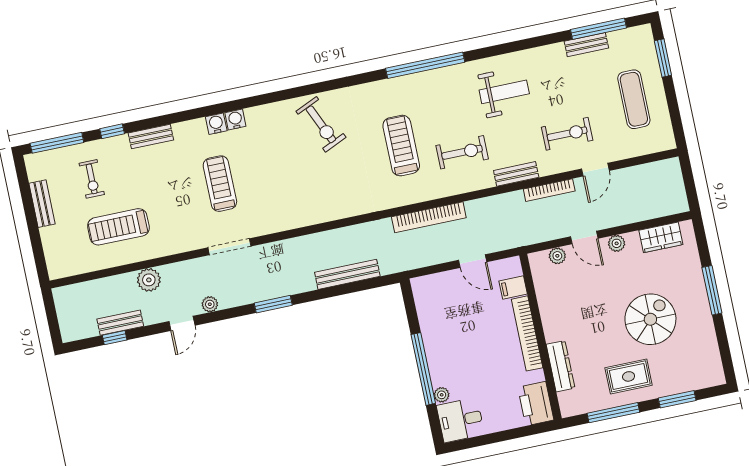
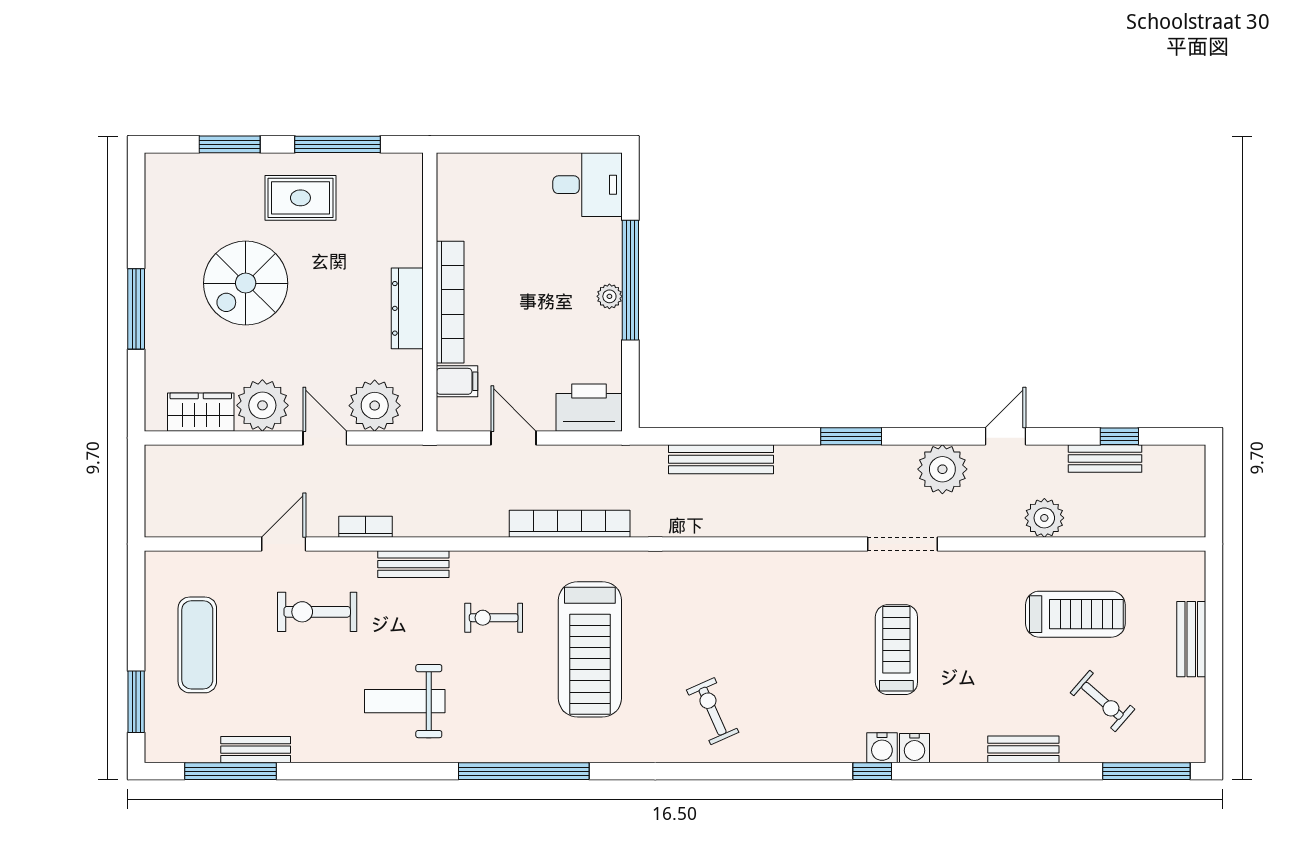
water cooler: (235, 119) -> (915, 748), moved
exercise bike: (321, 124) -> (713, 711), width x0.73, depth x0.72
window: (112, 131) -> (872, 771), moved
bench: (151, 137) -> (1023, 749), moved
treadmill: (401, 146) -> (590, 649), width x1.37, depth x1.38
exercise bike: (462, 152) -> (494, 618), width x0.73, depth x0.72
exercise bike: (92, 179) -> (1102, 701), turned 131
treadmill: (220, 184) -> (896, 650), turned 180
bookcase: (549, 190) -> (365, 527), width x0.64
bench: (42, 204) -> (1191, 639), moved
plant: (617, 243) -> (262, 405), width x1.87, depth x1.87
plant: (557, 256) -> (375, 406), width x1.87, depth x1.87
plant: (210, 304) -> (942, 469), width x1.88, depth x1.88
dresser: (561, 366) -> (407, 308), moved
plant: (442, 395) -> (609, 296), moved
printer: (536, 404) -> (589, 408), moved, turned -90

